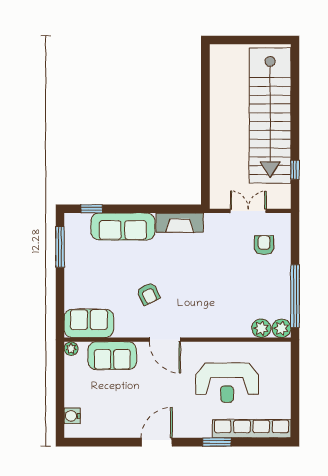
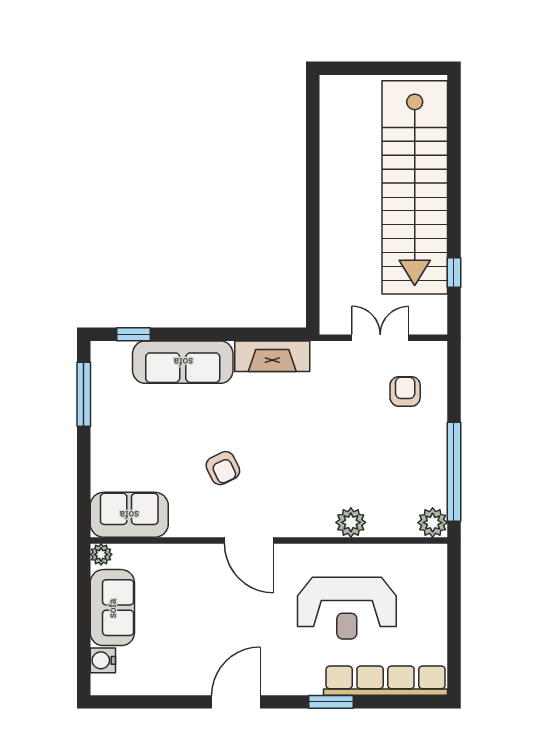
plant: (261, 328) -> (351, 522), moved
sofa: (112, 356) -> (112, 608), moved, turned -90

